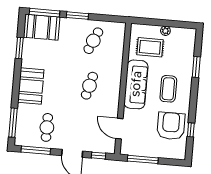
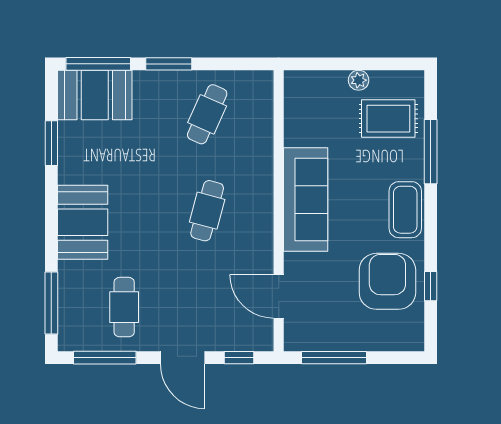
rug: (150, 47) -> (388, 119), moved
window: (196, 67) -> (431, 152), width x1.44
coffee table: (168, 89) -> (405, 210), moved

